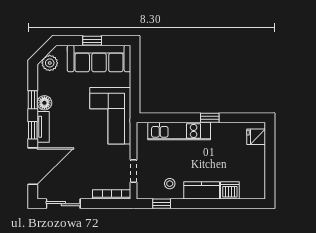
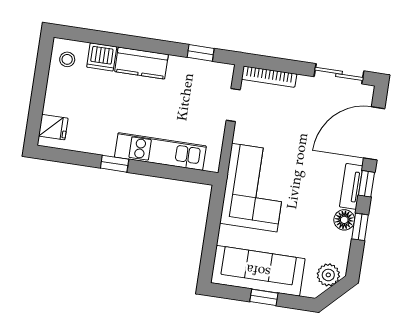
stool: (170, 184) -> (67, 59), moved

